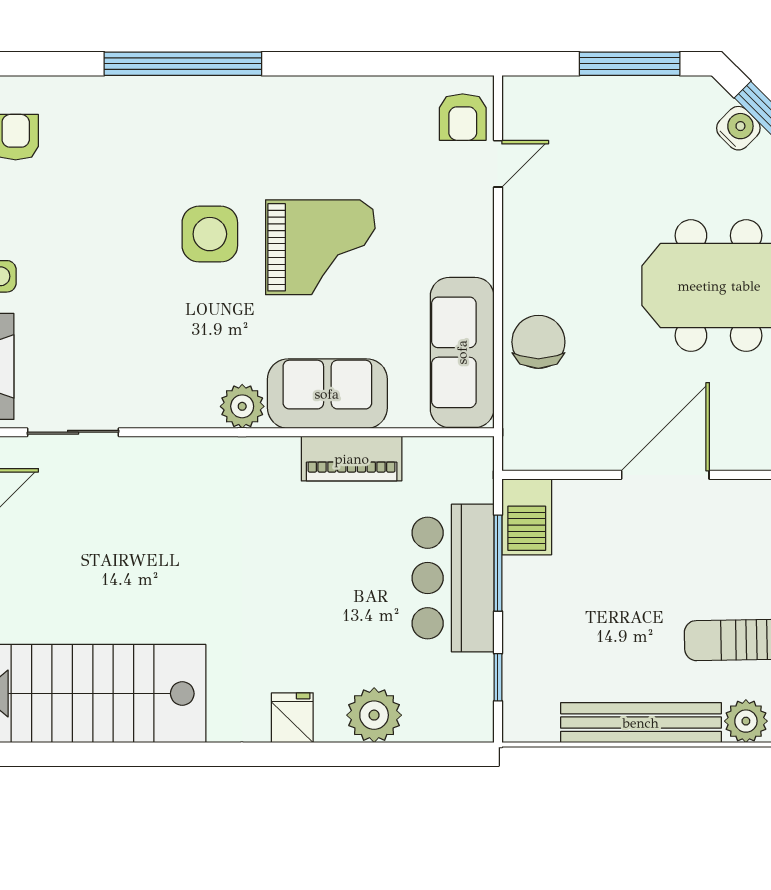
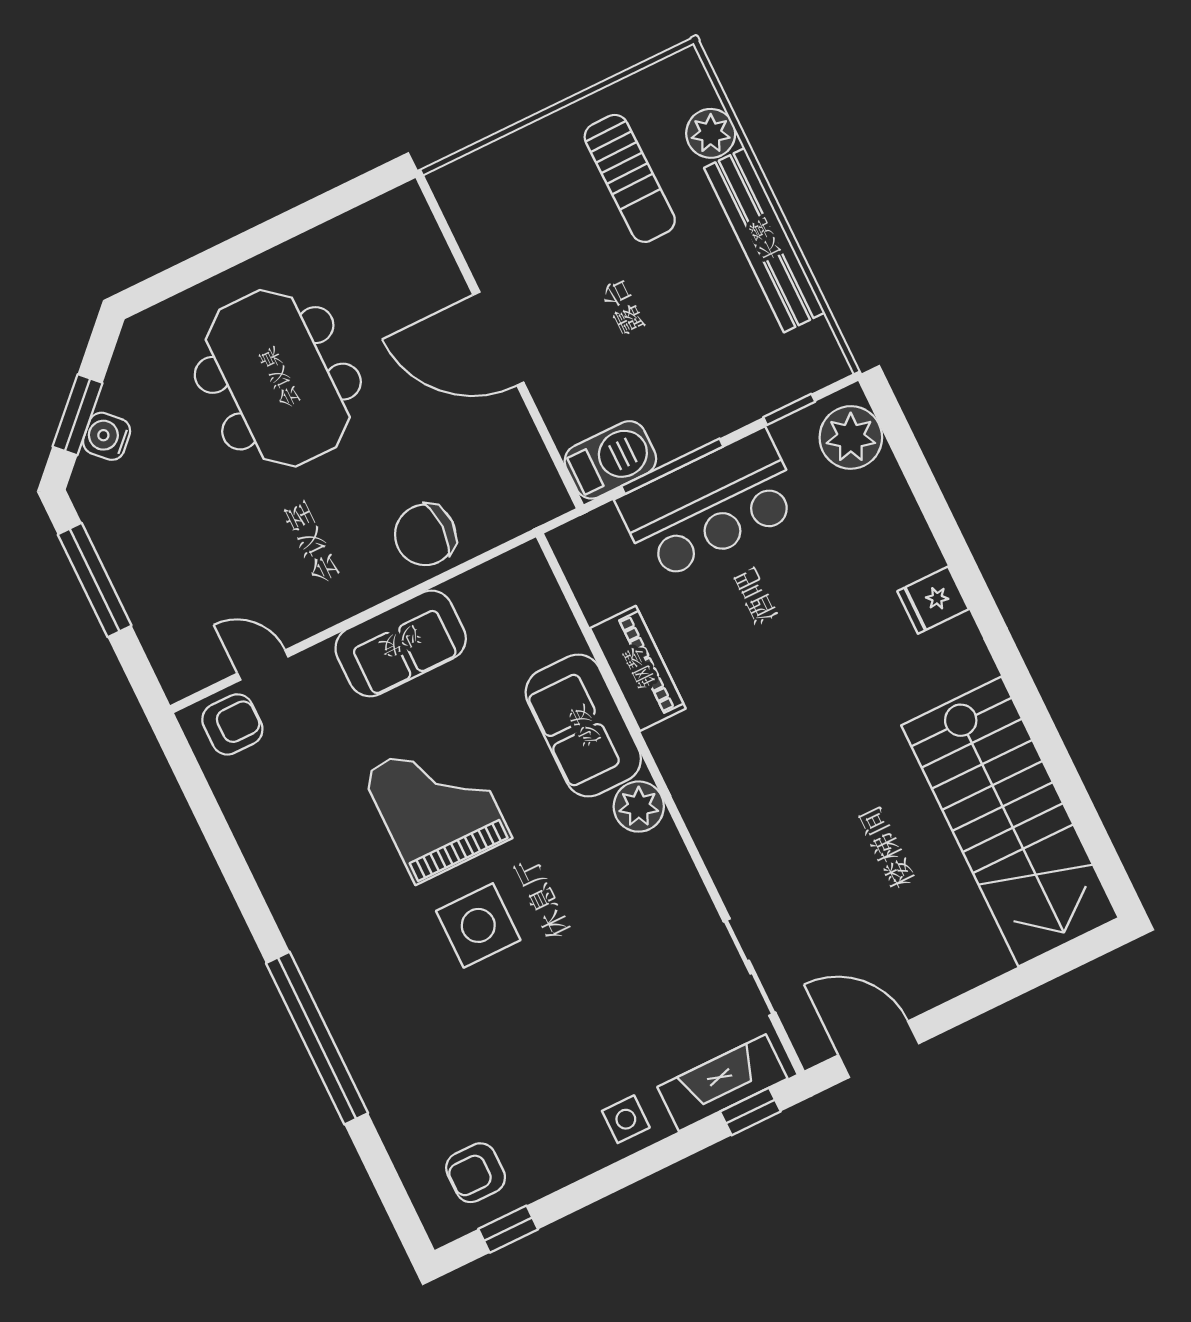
sofa: (462, 352) -> (401, 643), moved, width x0.73
plant: (374, 715) -> (851, 437), moved

